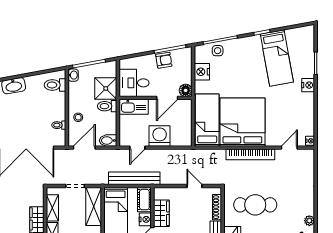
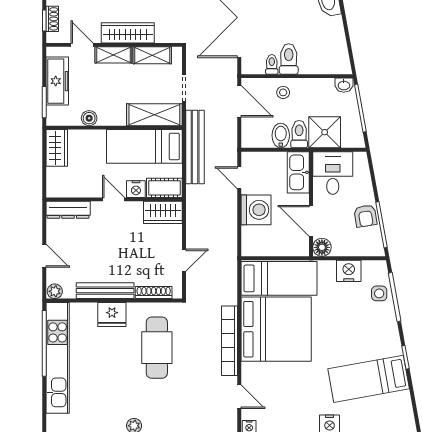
toilet: (55, 85) -> (289, 59), moved
bidet: (108, 141) -> (281, 135), moved
bench: (134, 178) -> (195, 147), moved
wardrobe: (161, 213) -> (163, 212), moved

